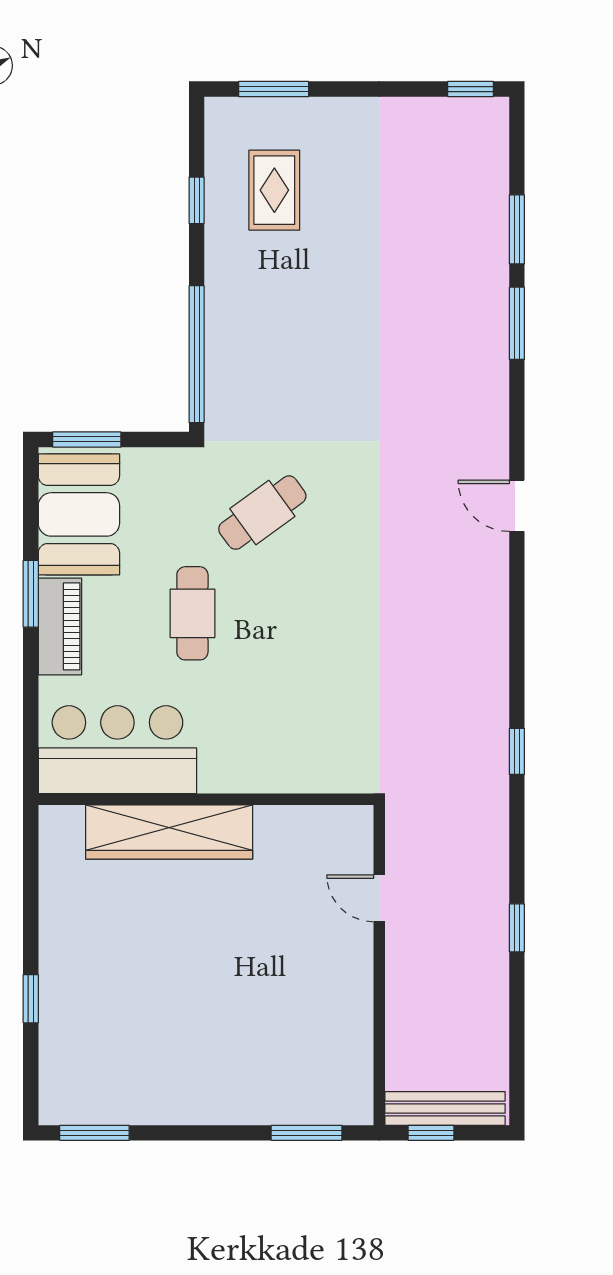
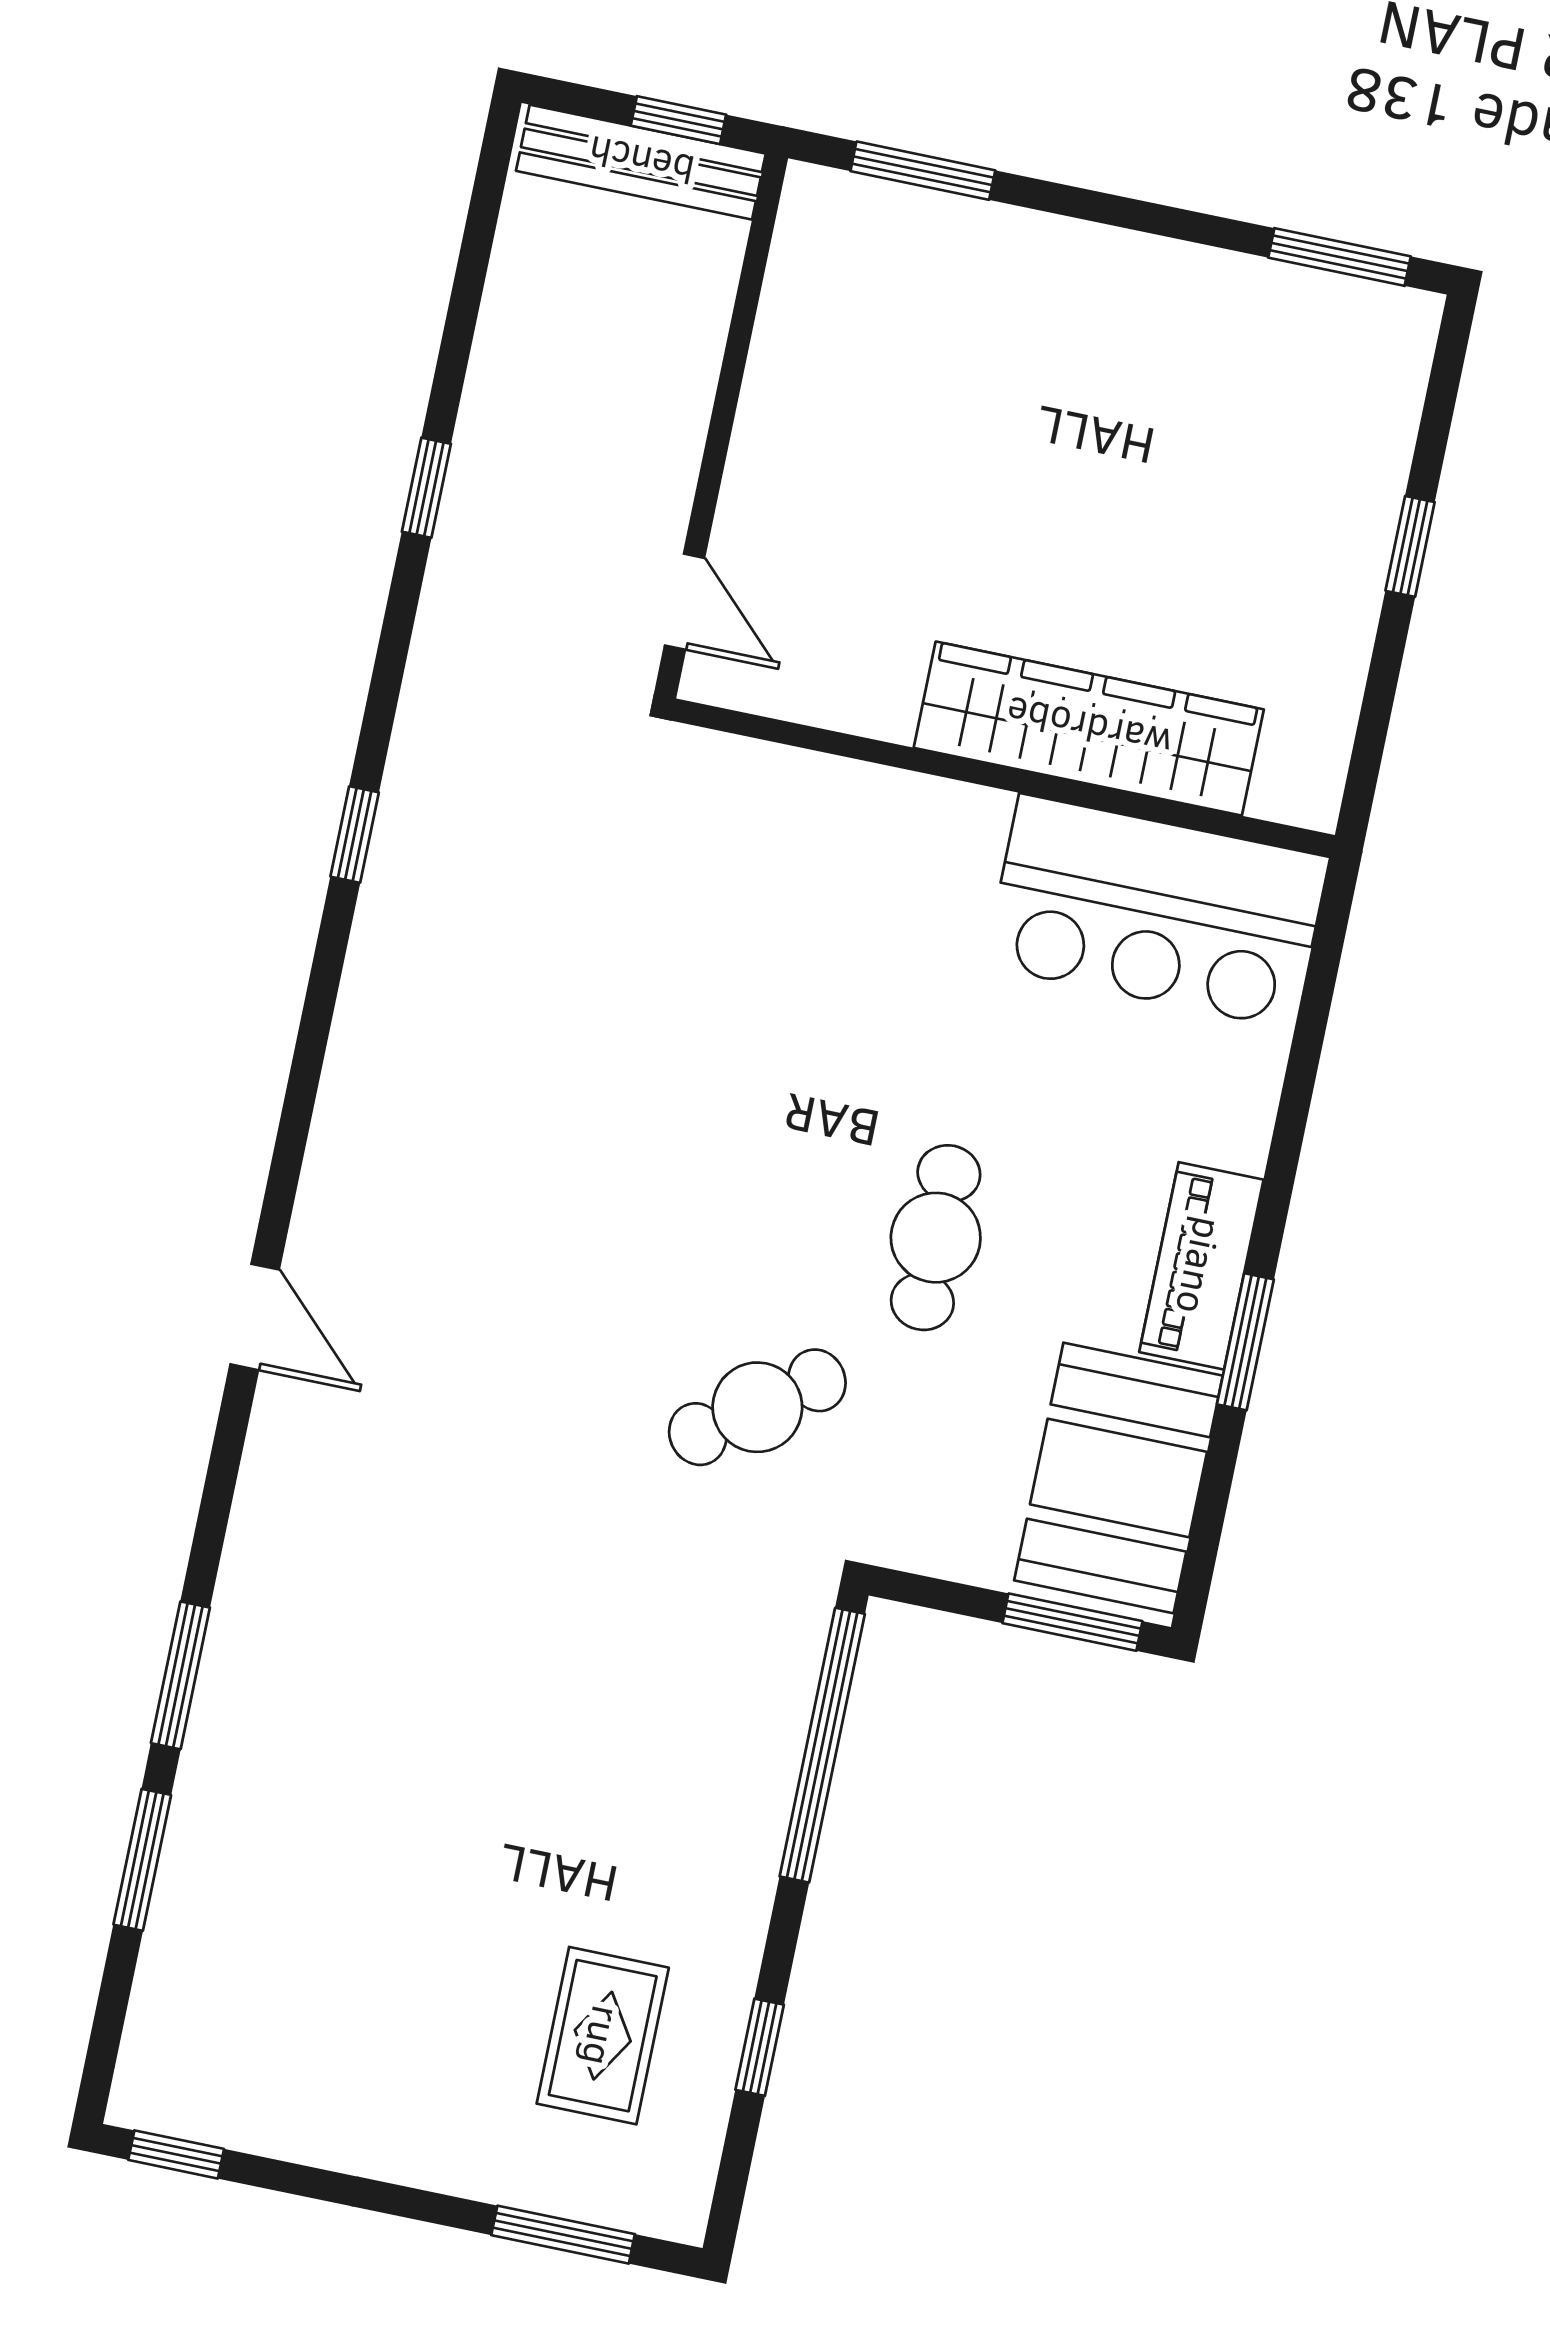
bar counter: (117, 750) -> (1157, 911), moved
wall: (206, 799) -> (1003, 778), moved
wardrobe: (169, 832) -> (1089, 729), moved

